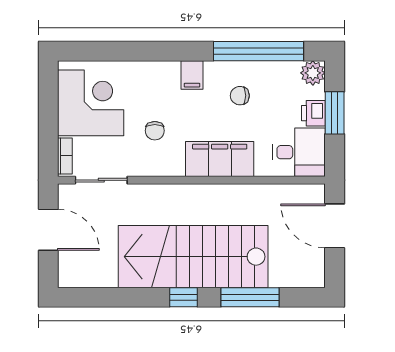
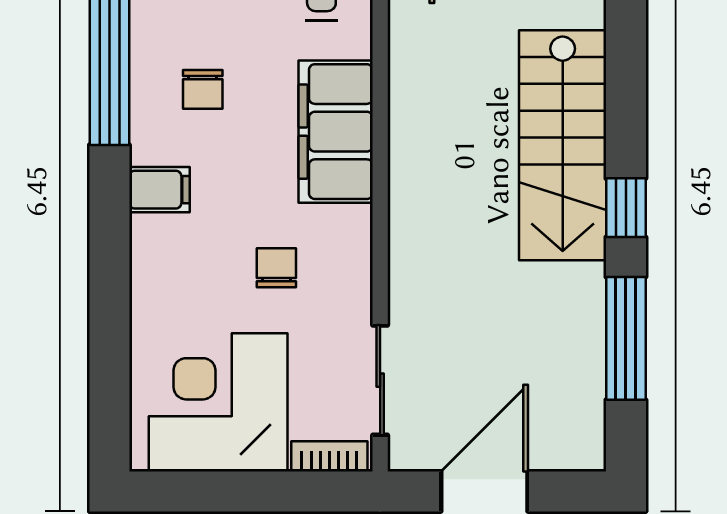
chair: (155, 131) -> (276, 268), turned -90
stairs: (193, 257) -> (563, 145), width x0.73, depth x0.66
window: (250, 297) -> (626, 338), moved

